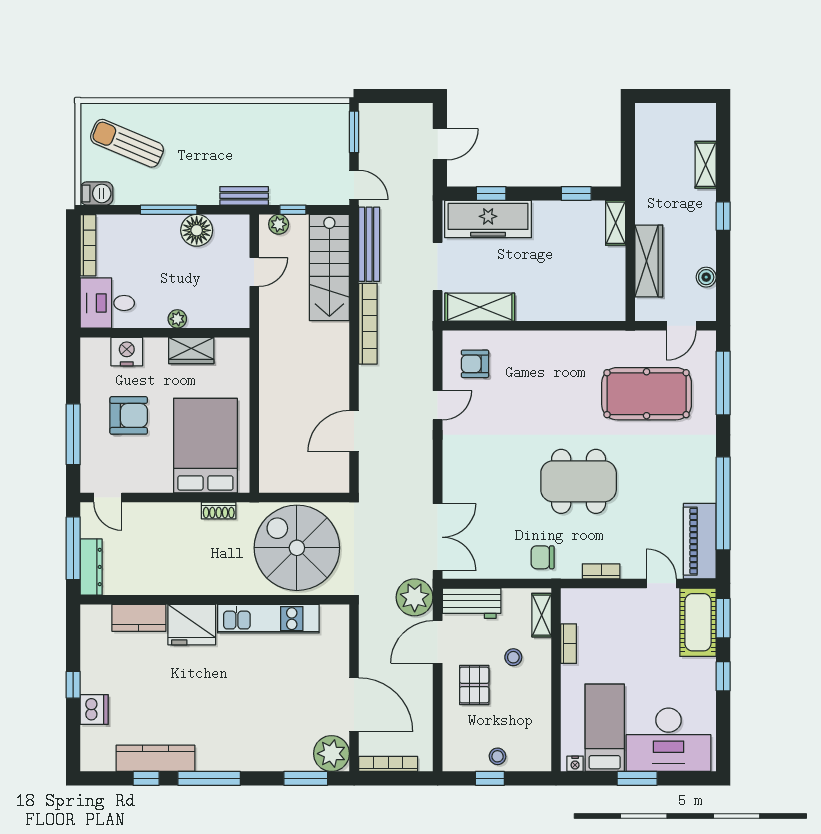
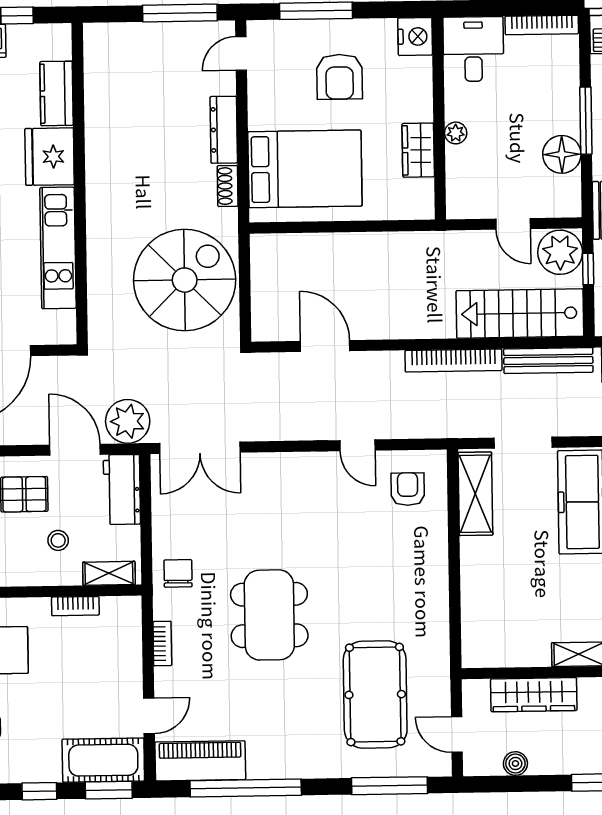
plant: (279, 224) -> (560, 252), width x1.88, depth x1.88
nightstand: (127, 352) -> (415, 36), moved
dresser: (91, 567) -> (224, 130), moved, turned 90
wall: (215, 600) -> (80, 184), moved
kitchen counter: (139, 618) -> (57, 93), moved
kitchen unit: (268, 619) -> (58, 248), moved
fridge: (192, 625) -> (50, 157), moved

